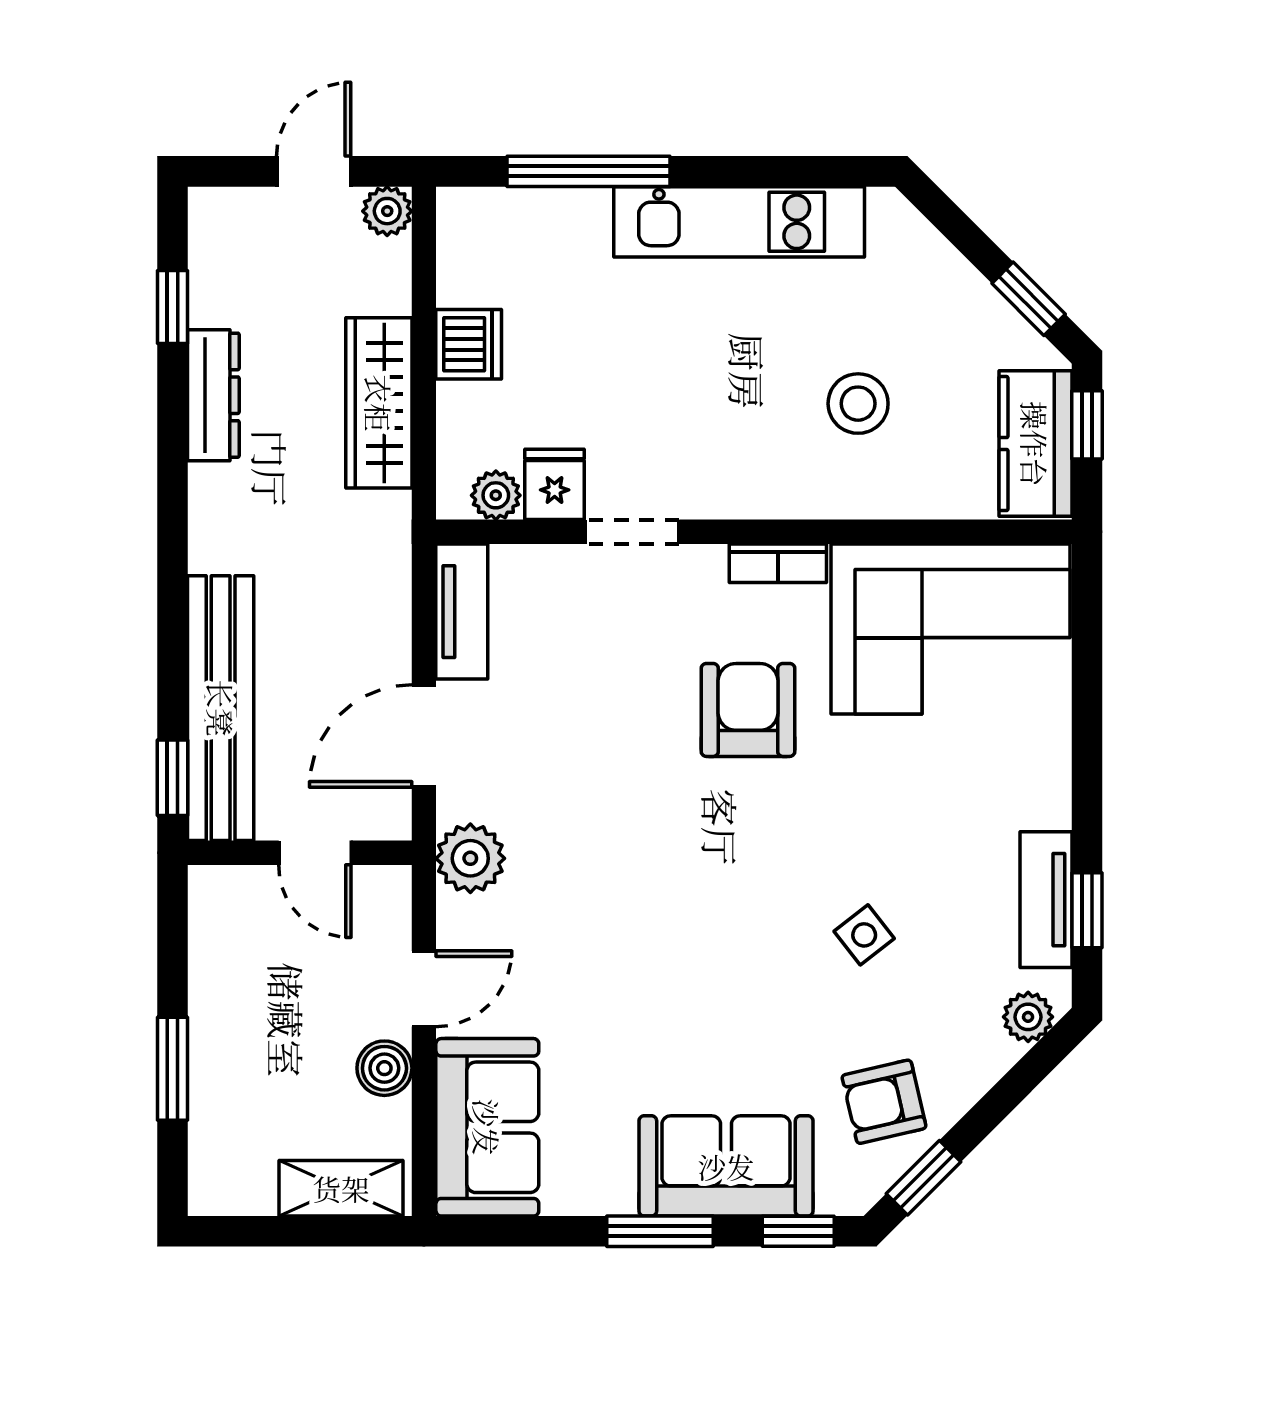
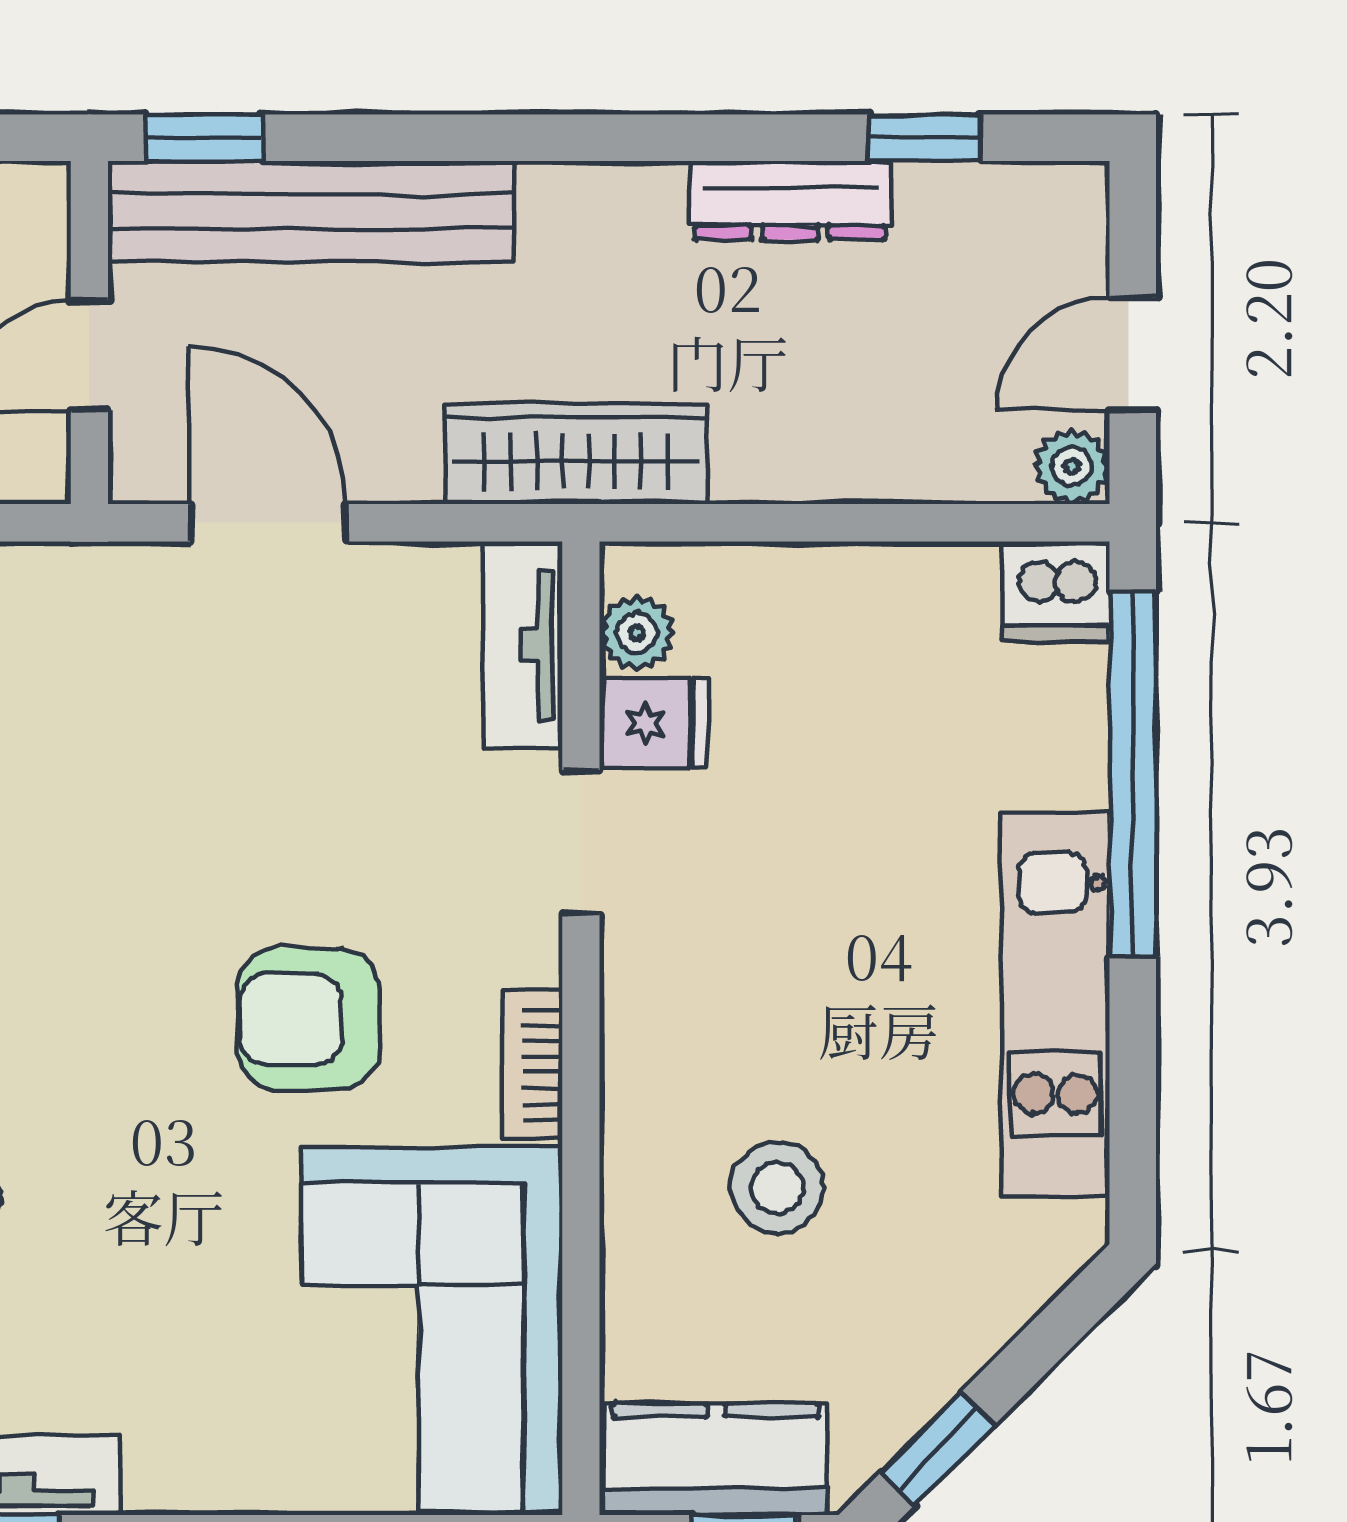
door: (314, 171) -> (1133, 354), swing flipped
window: (589, 171) -> (1133, 775), width x1.46
dishwasher: (469, 344) -> (1056, 591), moved
wardrobe: (379, 403) -> (576, 454), moved
tv unit: (462, 612) -> (523, 645), moved, turned 90
armchair: (748, 710) -> (308, 1019), turned 180
plant: (470, 858) -> (81, 594), removed

